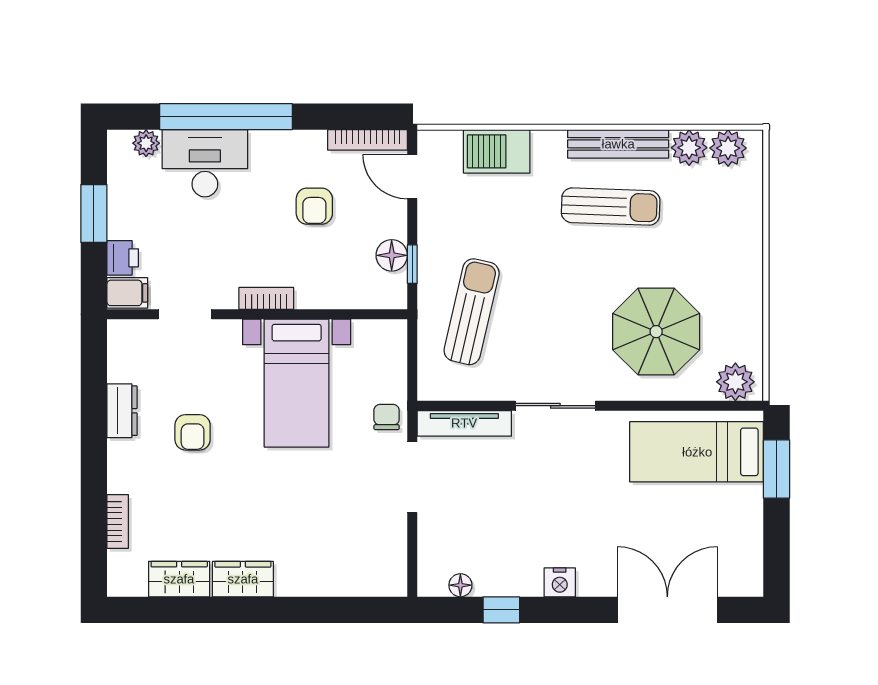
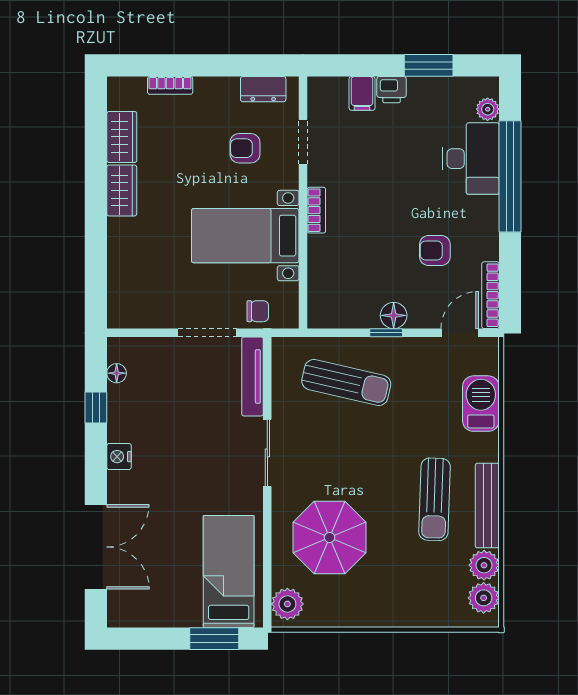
bookcase: (266, 298) -> (316, 210), moved
doorway: (185, 314) -> (303, 142), moved
wall: (257, 314) -> (303, 203), moved
bed with nightstands: (297, 383) -> (245, 236), moved

